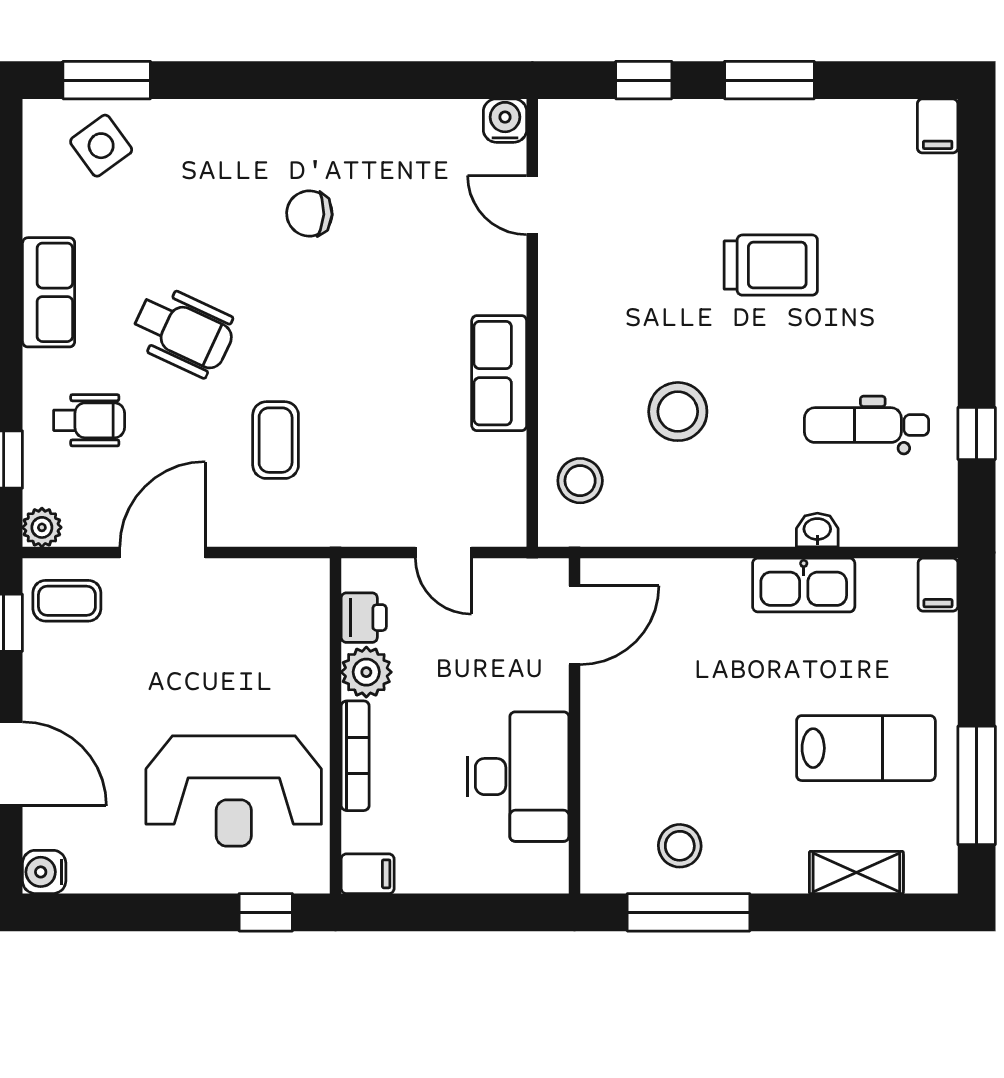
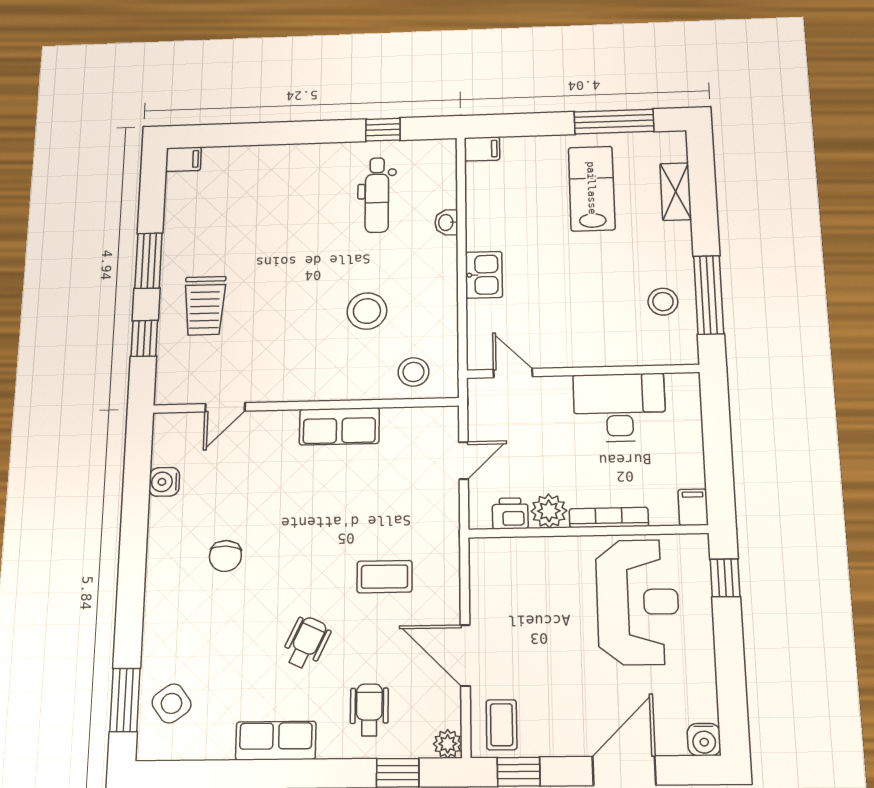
water cooler: (505, 121) -> (164, 482), moved
trolley: (771, 265) -> (205, 306), moved, turned 180
wheelchair: (183, 332) -> (306, 643), width x0.73, depth x0.73
kitchen sink: (804, 585) -> (484, 275), moved, width x0.73
door: (575, 625) -> (513, 373), width x0.73

